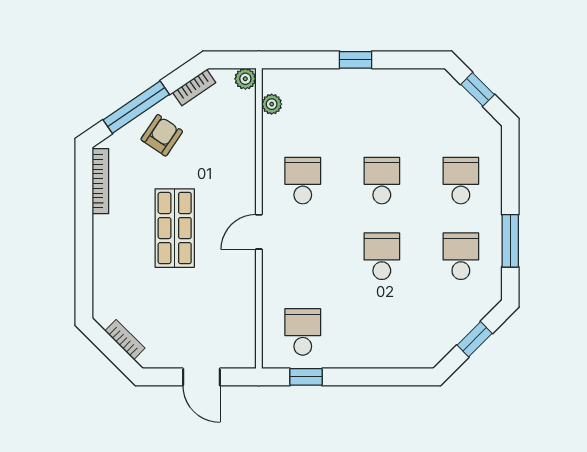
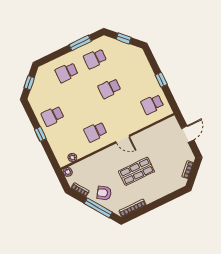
school desk: (382, 181) -> (53, 116), moved
window: (306, 377) -> (161, 80), moved

